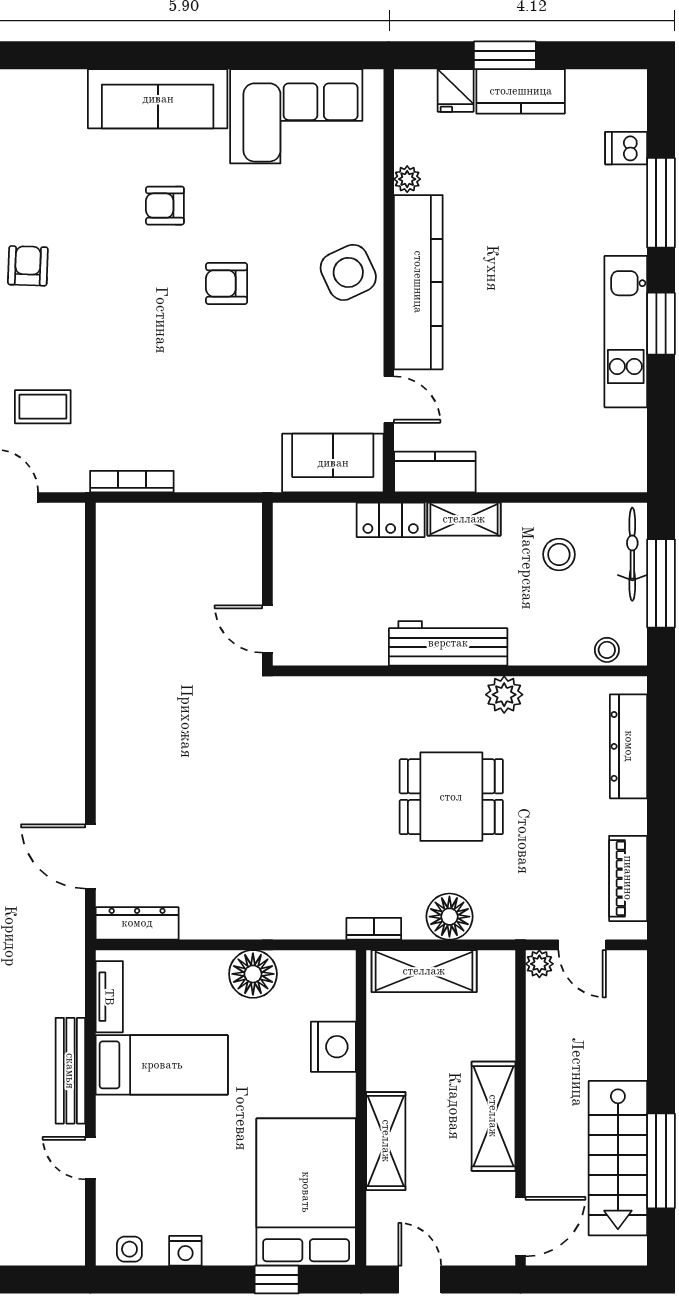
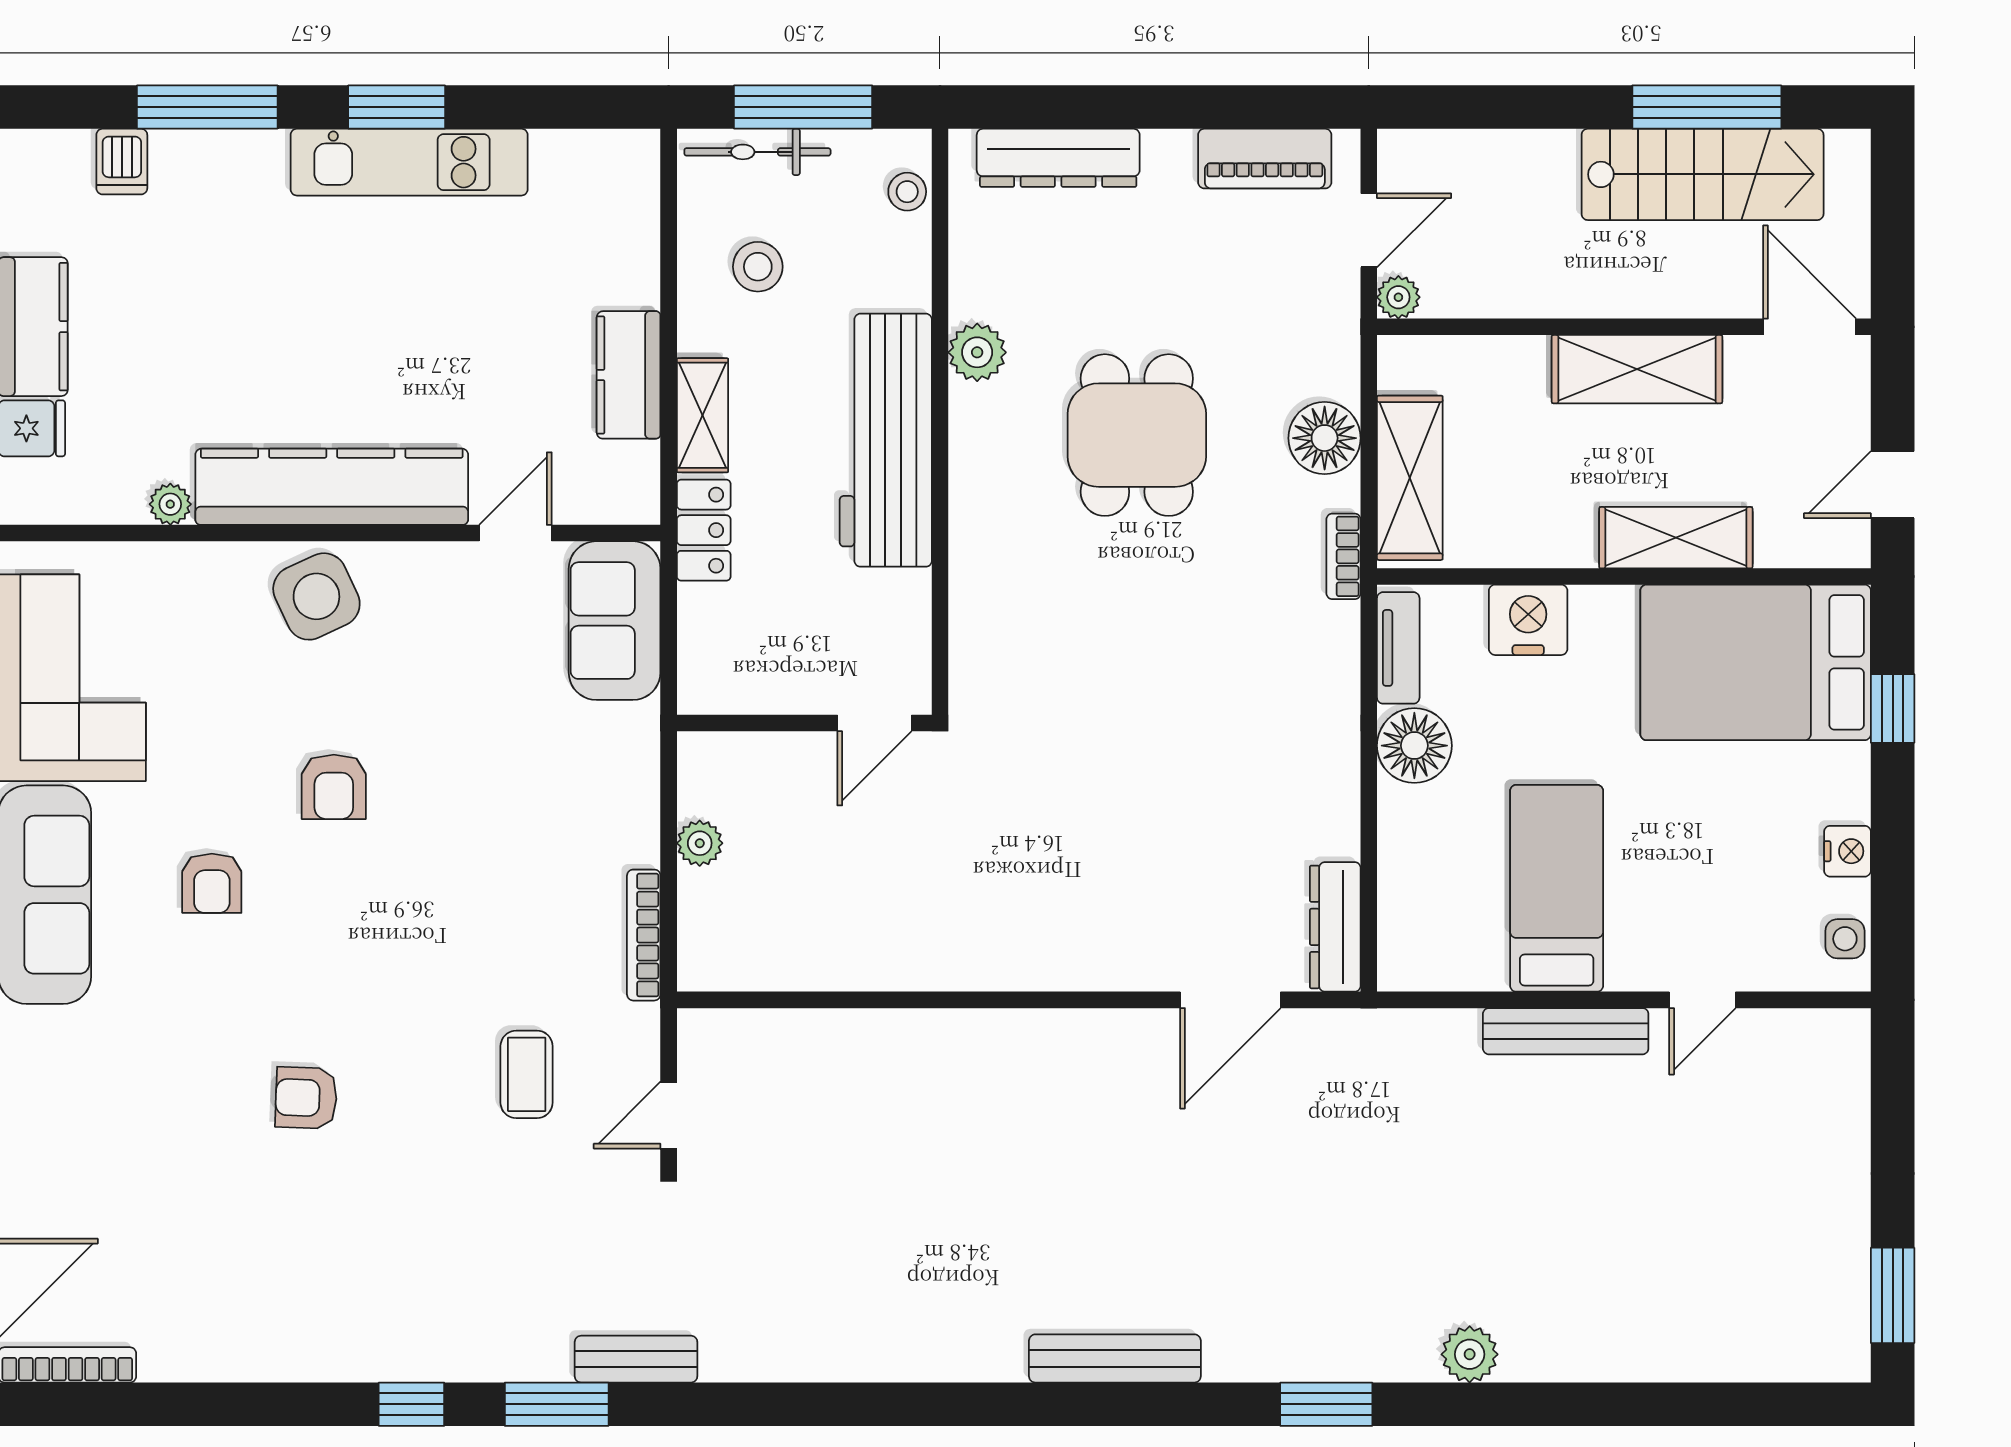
kitchen counter: (435, 472) -> (629, 375), moved
plant: (191, 517) -> (700, 843), added
workbench: (448, 643) -> (886, 440), width x1.36, depth x1.32
tv unit: (109, 997) -> (1398, 648), moved, turned 90

